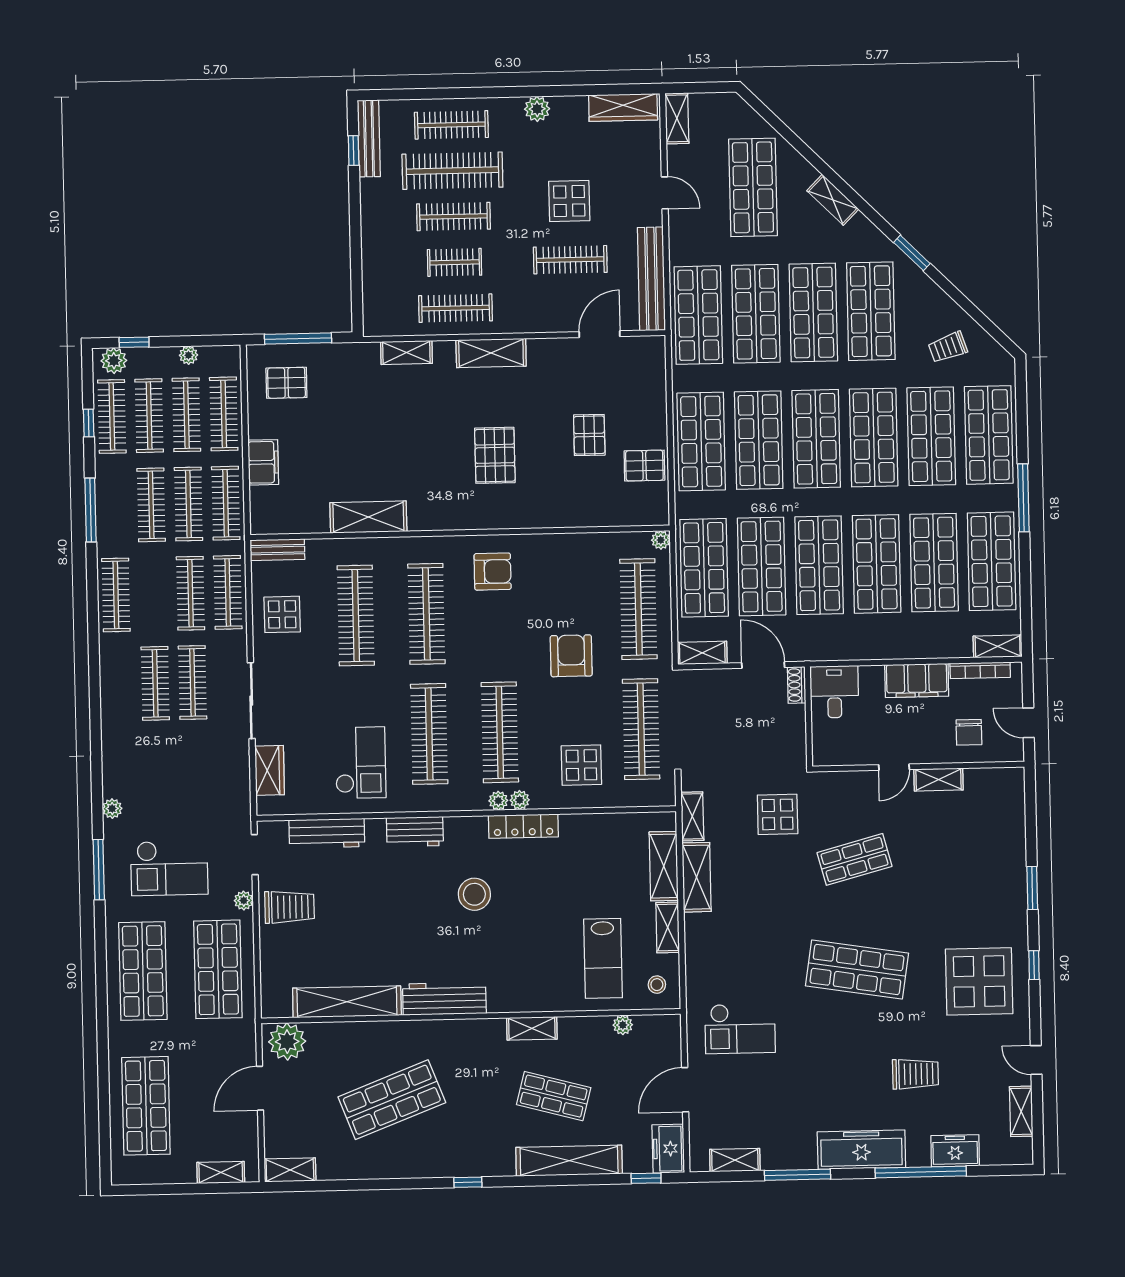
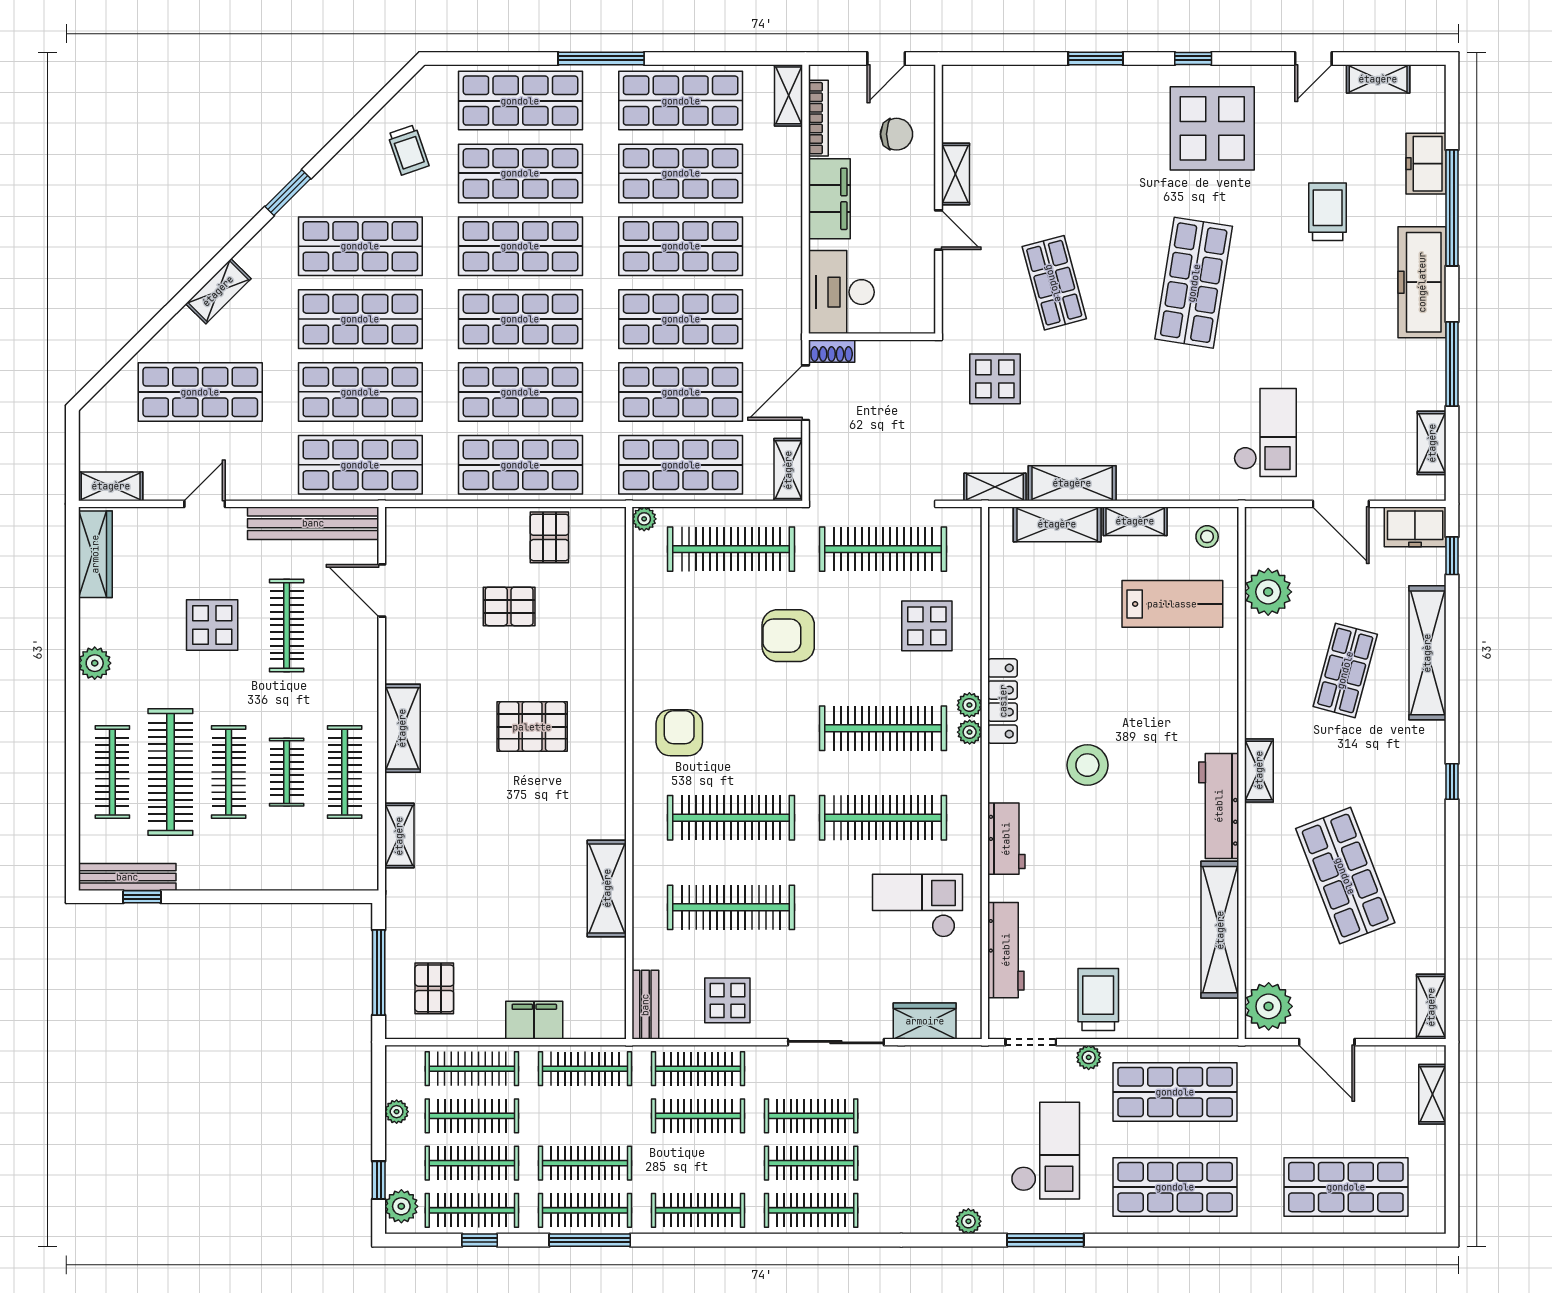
clothes rail: (188, 504) -> (585, 1210), moved
clothes rail: (118, 684) -> (811, 1210), added
desk: (834, 692) -> (841, 292), width x1.37
plant: (623, 1025) -> (1268, 592), width x1.87, depth x1.87
shelving: (532, 1028) -> (1259, 770), moved

